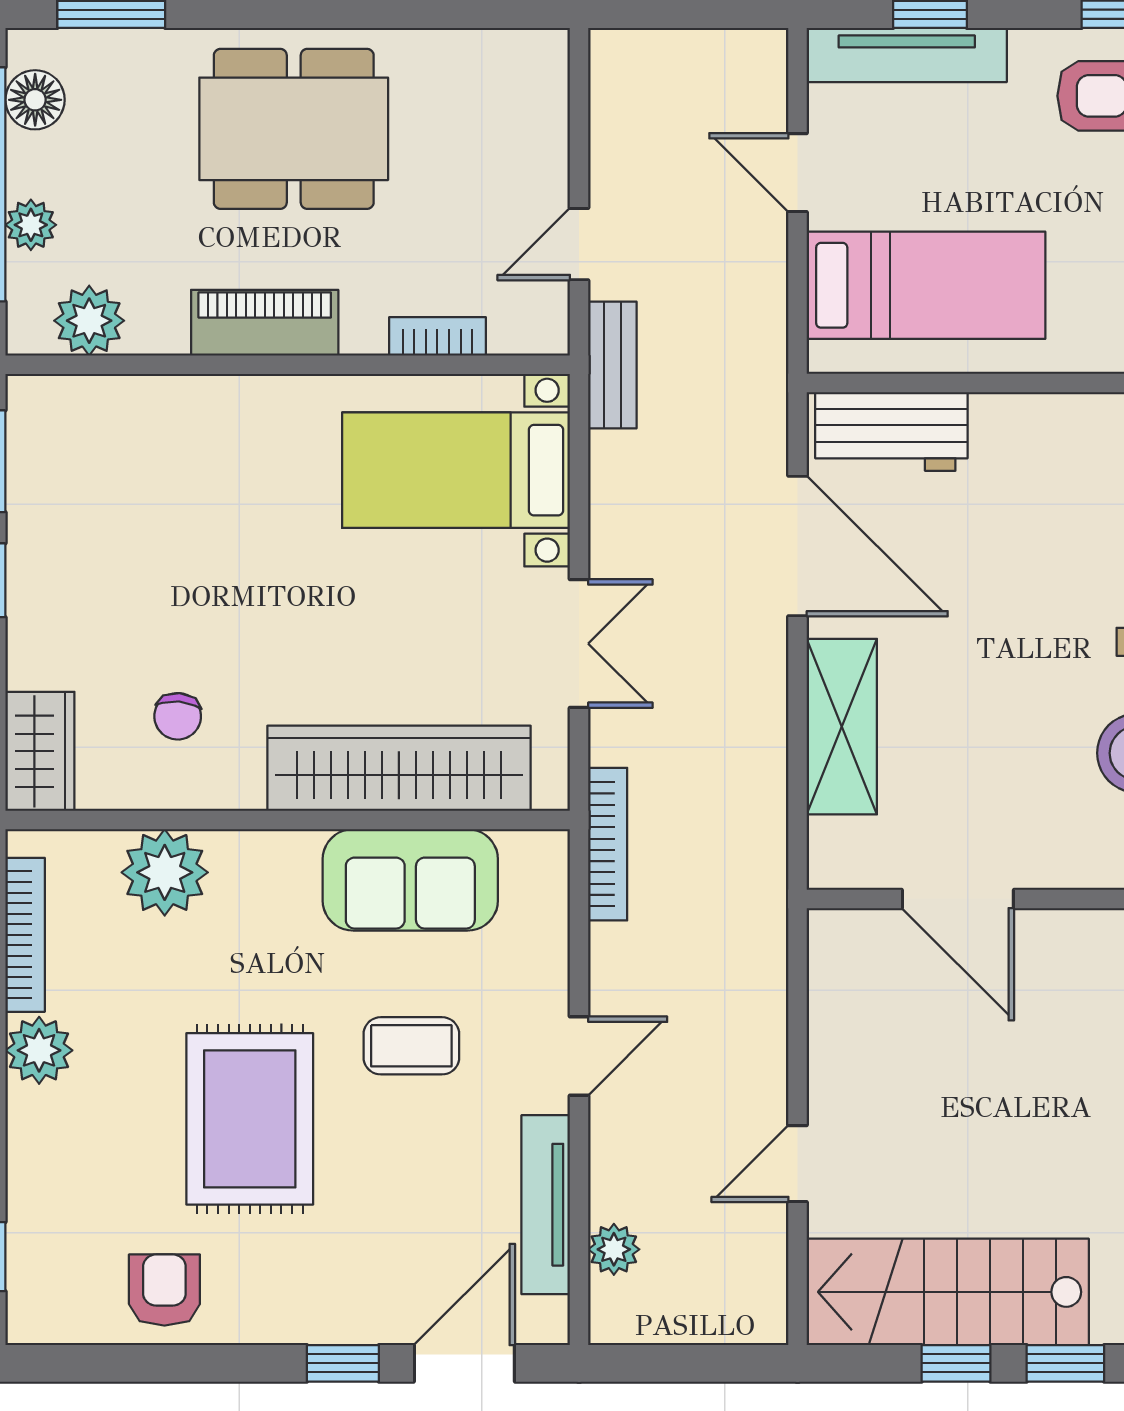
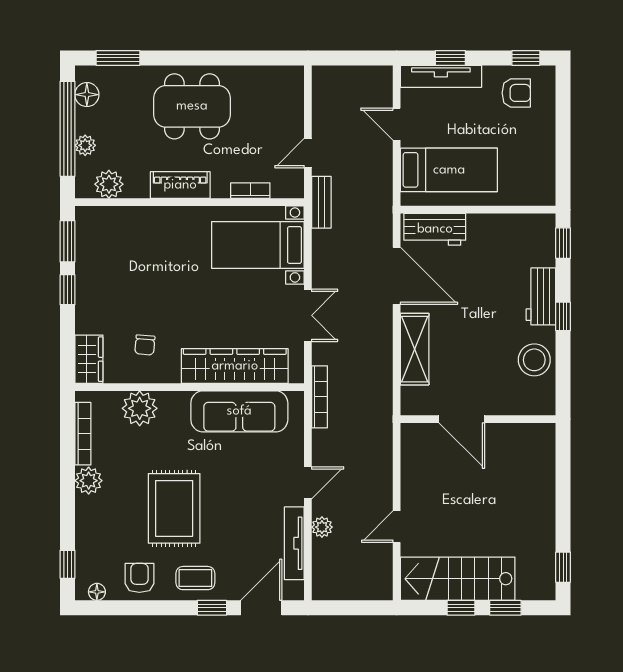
sofa: (410, 880) -> (239, 411), width x1.36
coffee table: (411, 1046) -> (195, 578), moved
plant: (614, 1249) -> (322, 527), moved
floor lamp: (60, 1324) -> (97, 592), added

